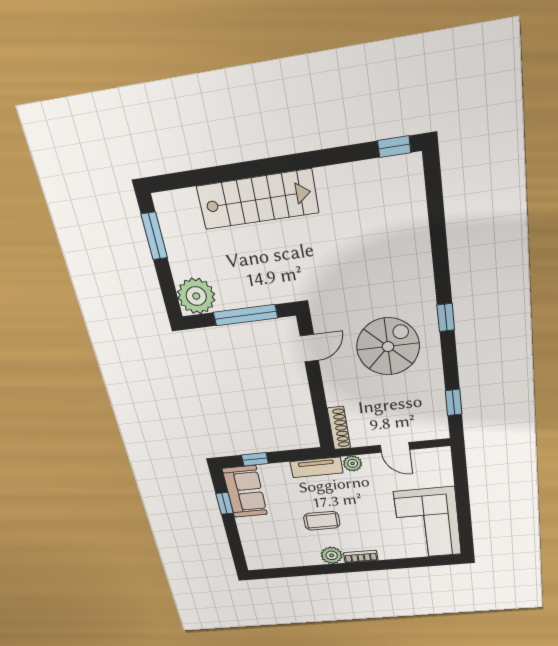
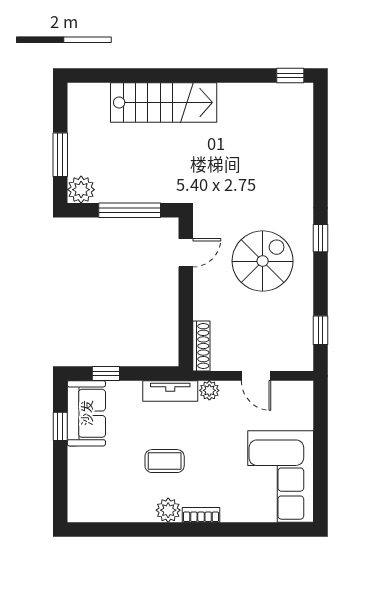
window: (154, 236) -> (60, 155), moved
plant: (196, 296) -> (81, 190), width x0.73, depth x0.73

